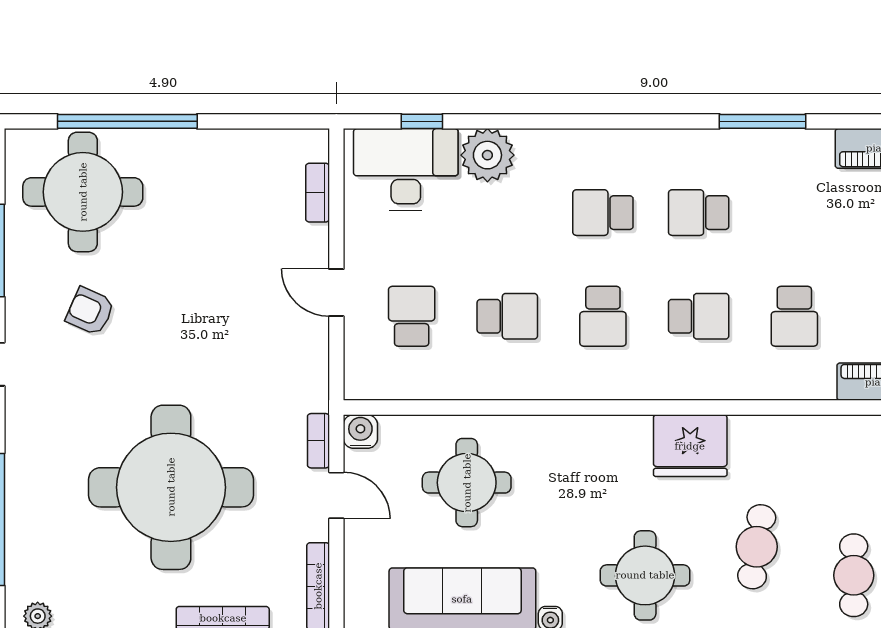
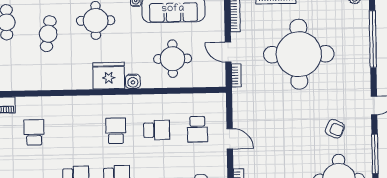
school desk: (507, 316) -> (157, 130), turned 180
school desk: (699, 316) -> (75, 132), removed
water cooler: (360, 432) -> (133, 81), moved
fridge: (690, 446) -> (109, 76), moved

